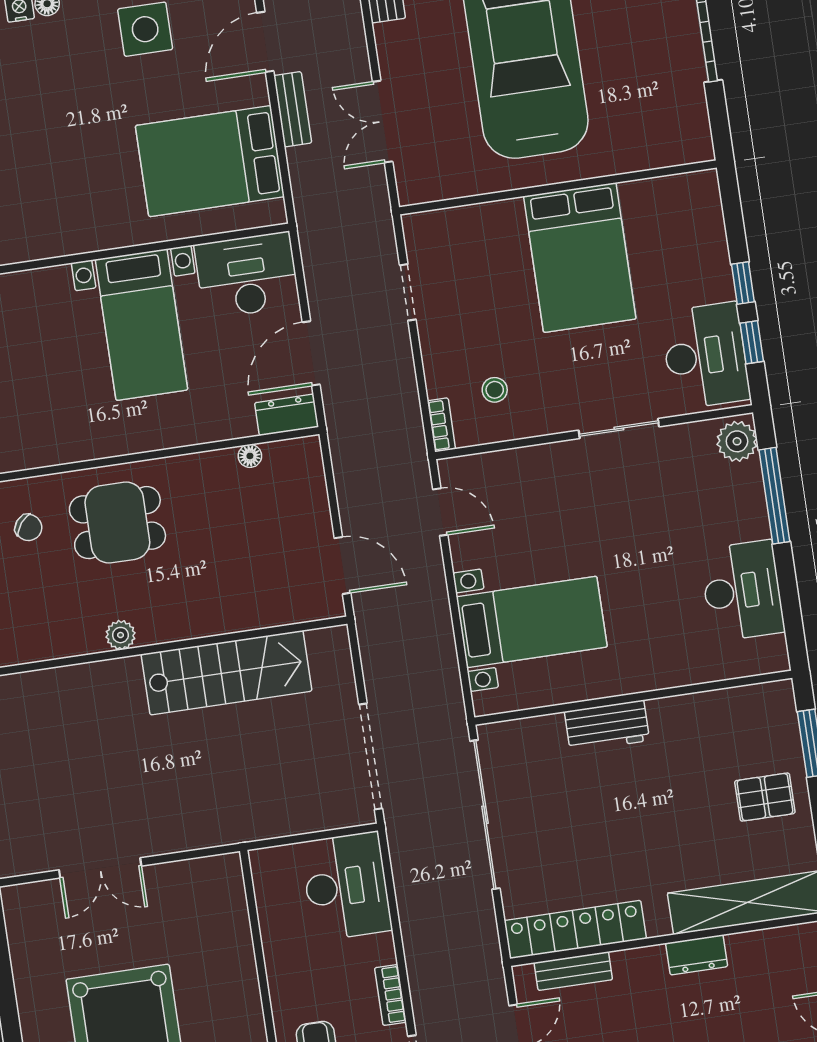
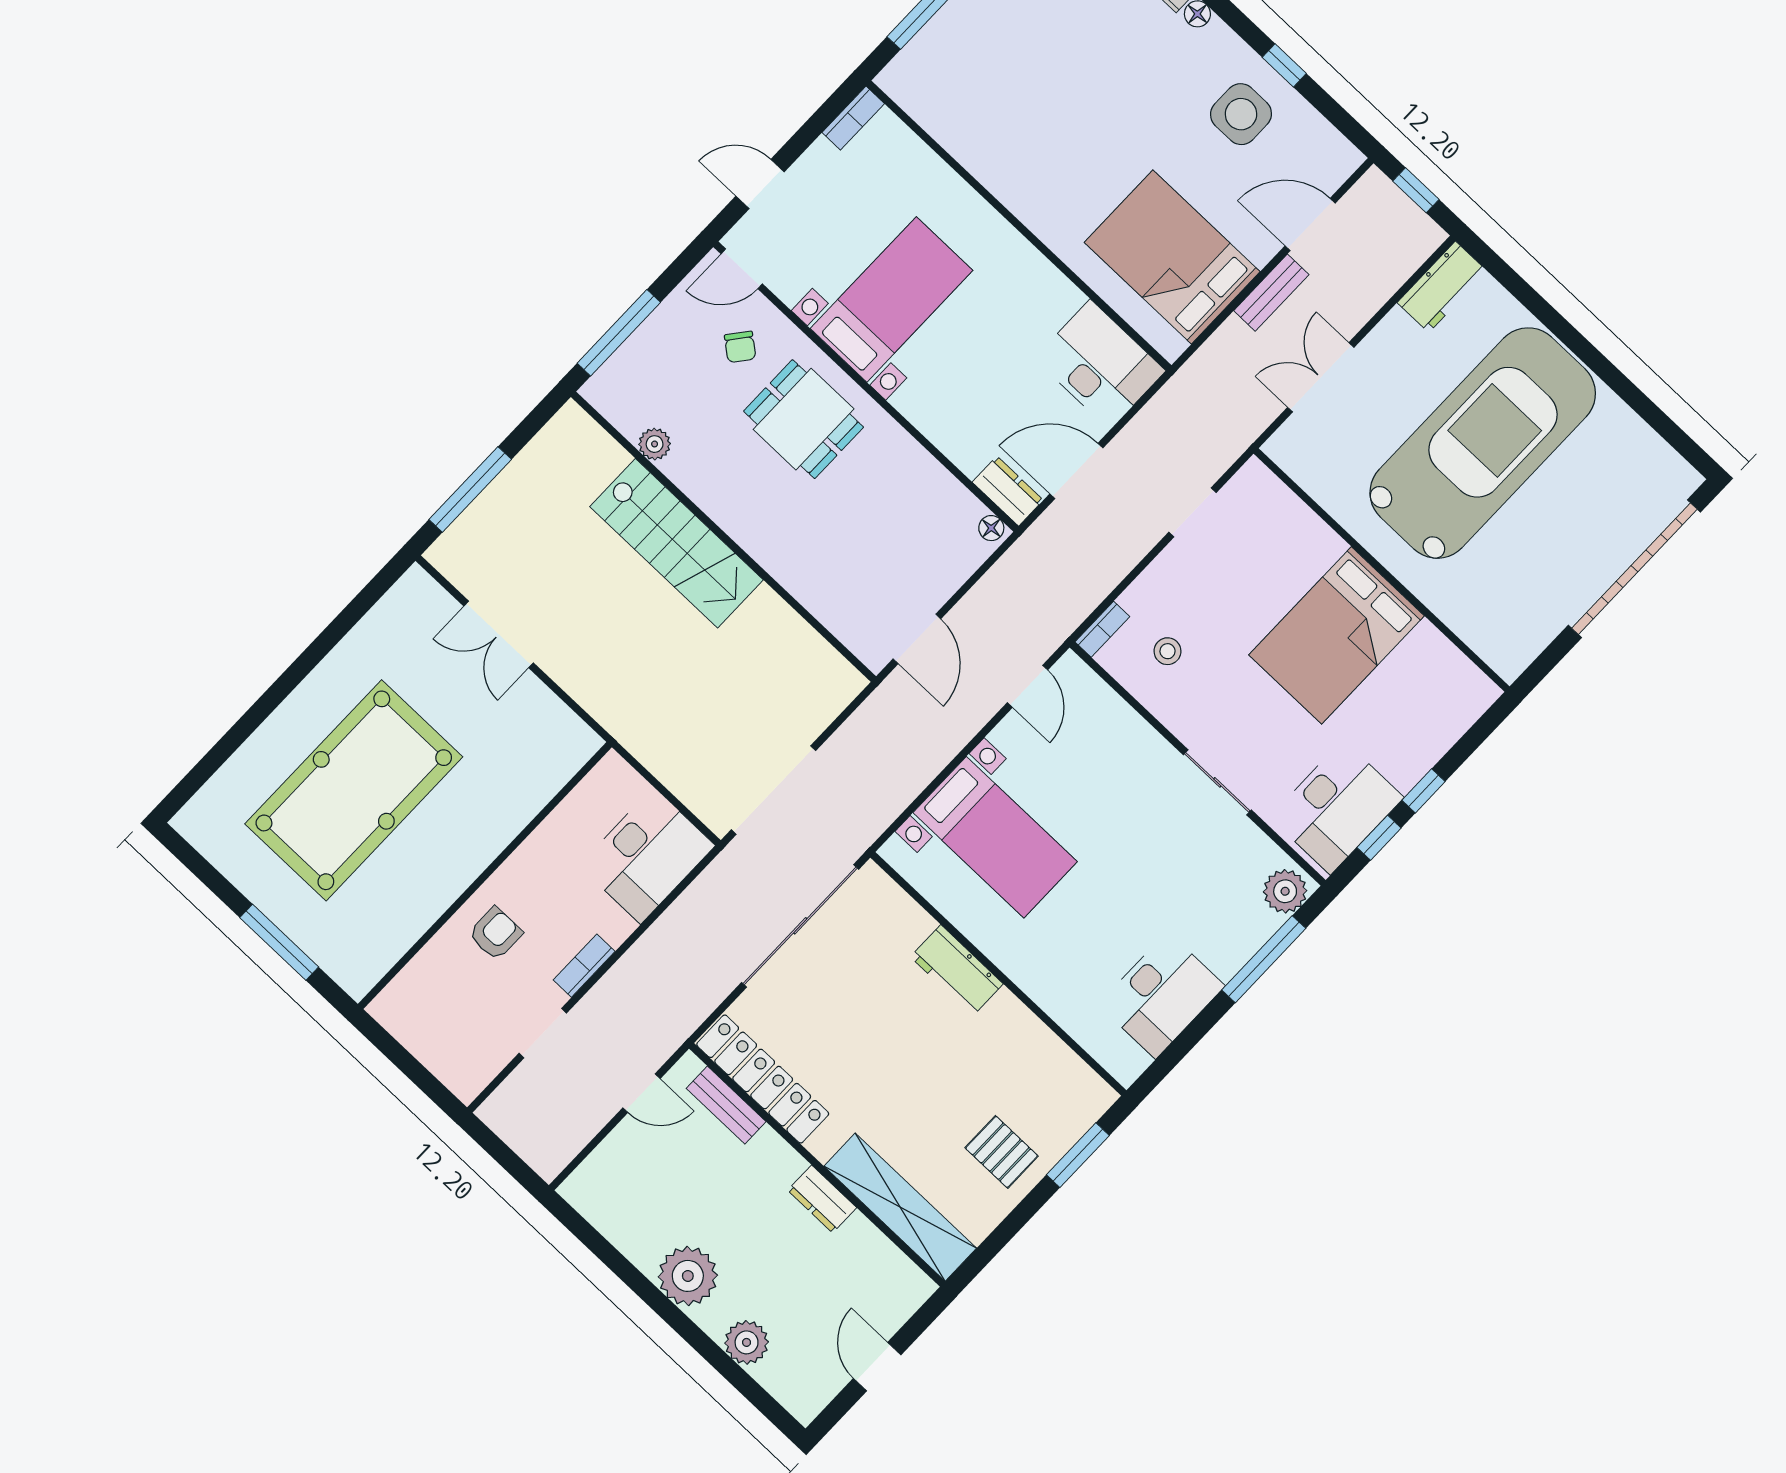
bed with nightstands: (142, 325) -> (892, 299), moved, turned 180
floor lamp: (250, 456) -> (991, 528), moved
plant: (121, 635) -> (655, 444), moved
stairs: (226, 673) -> (677, 543), moved

